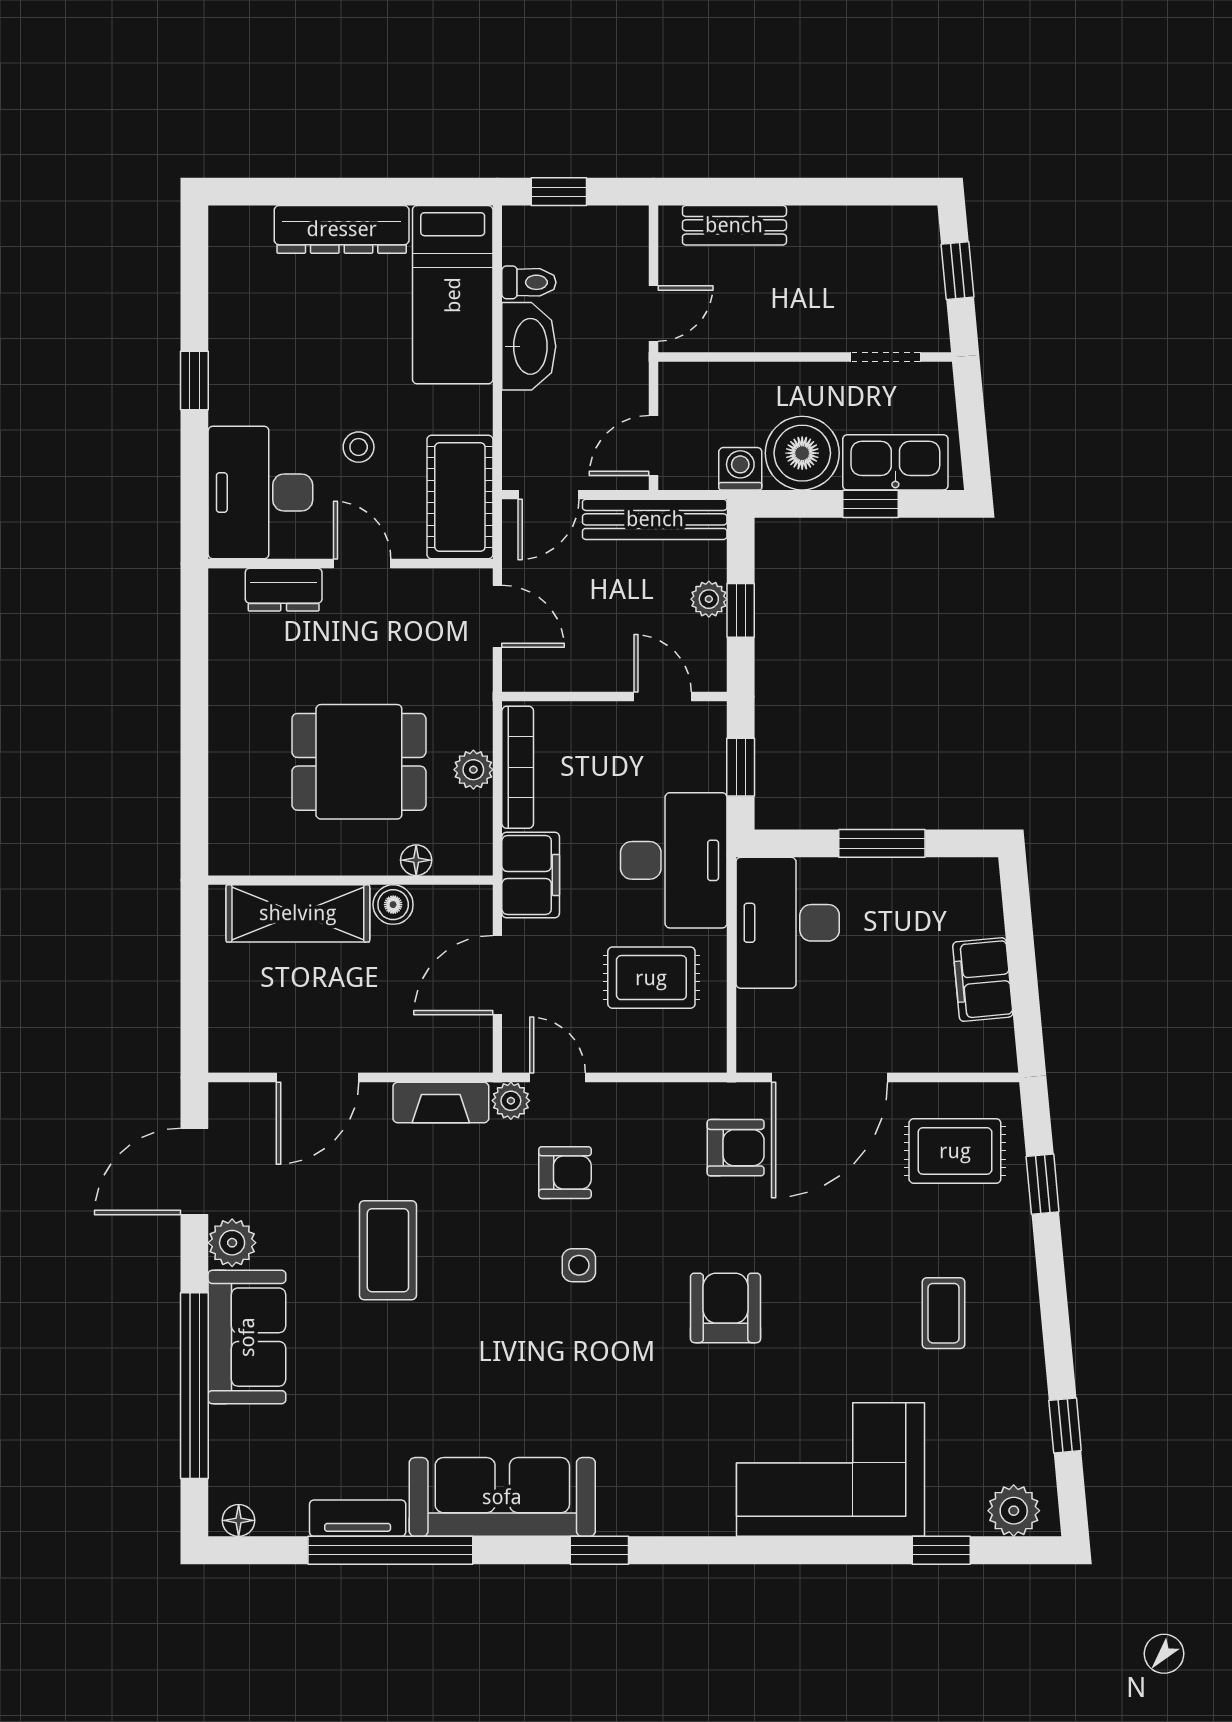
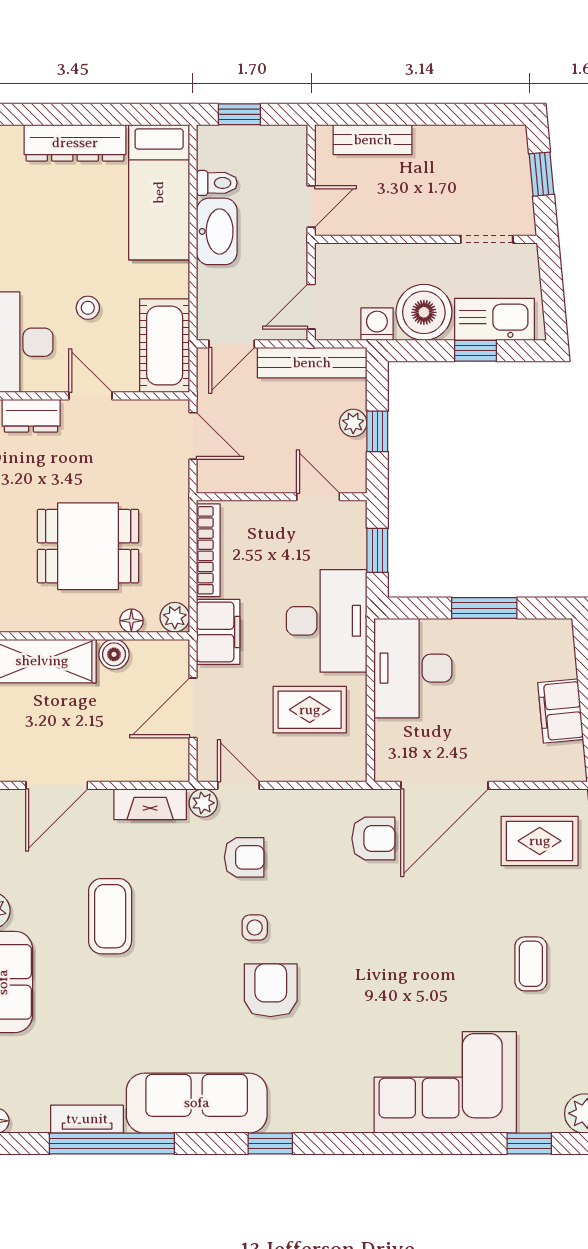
plant: (473, 770) -> (175, 617), moved
armchair: (726, 1308) -> (271, 990), moved

